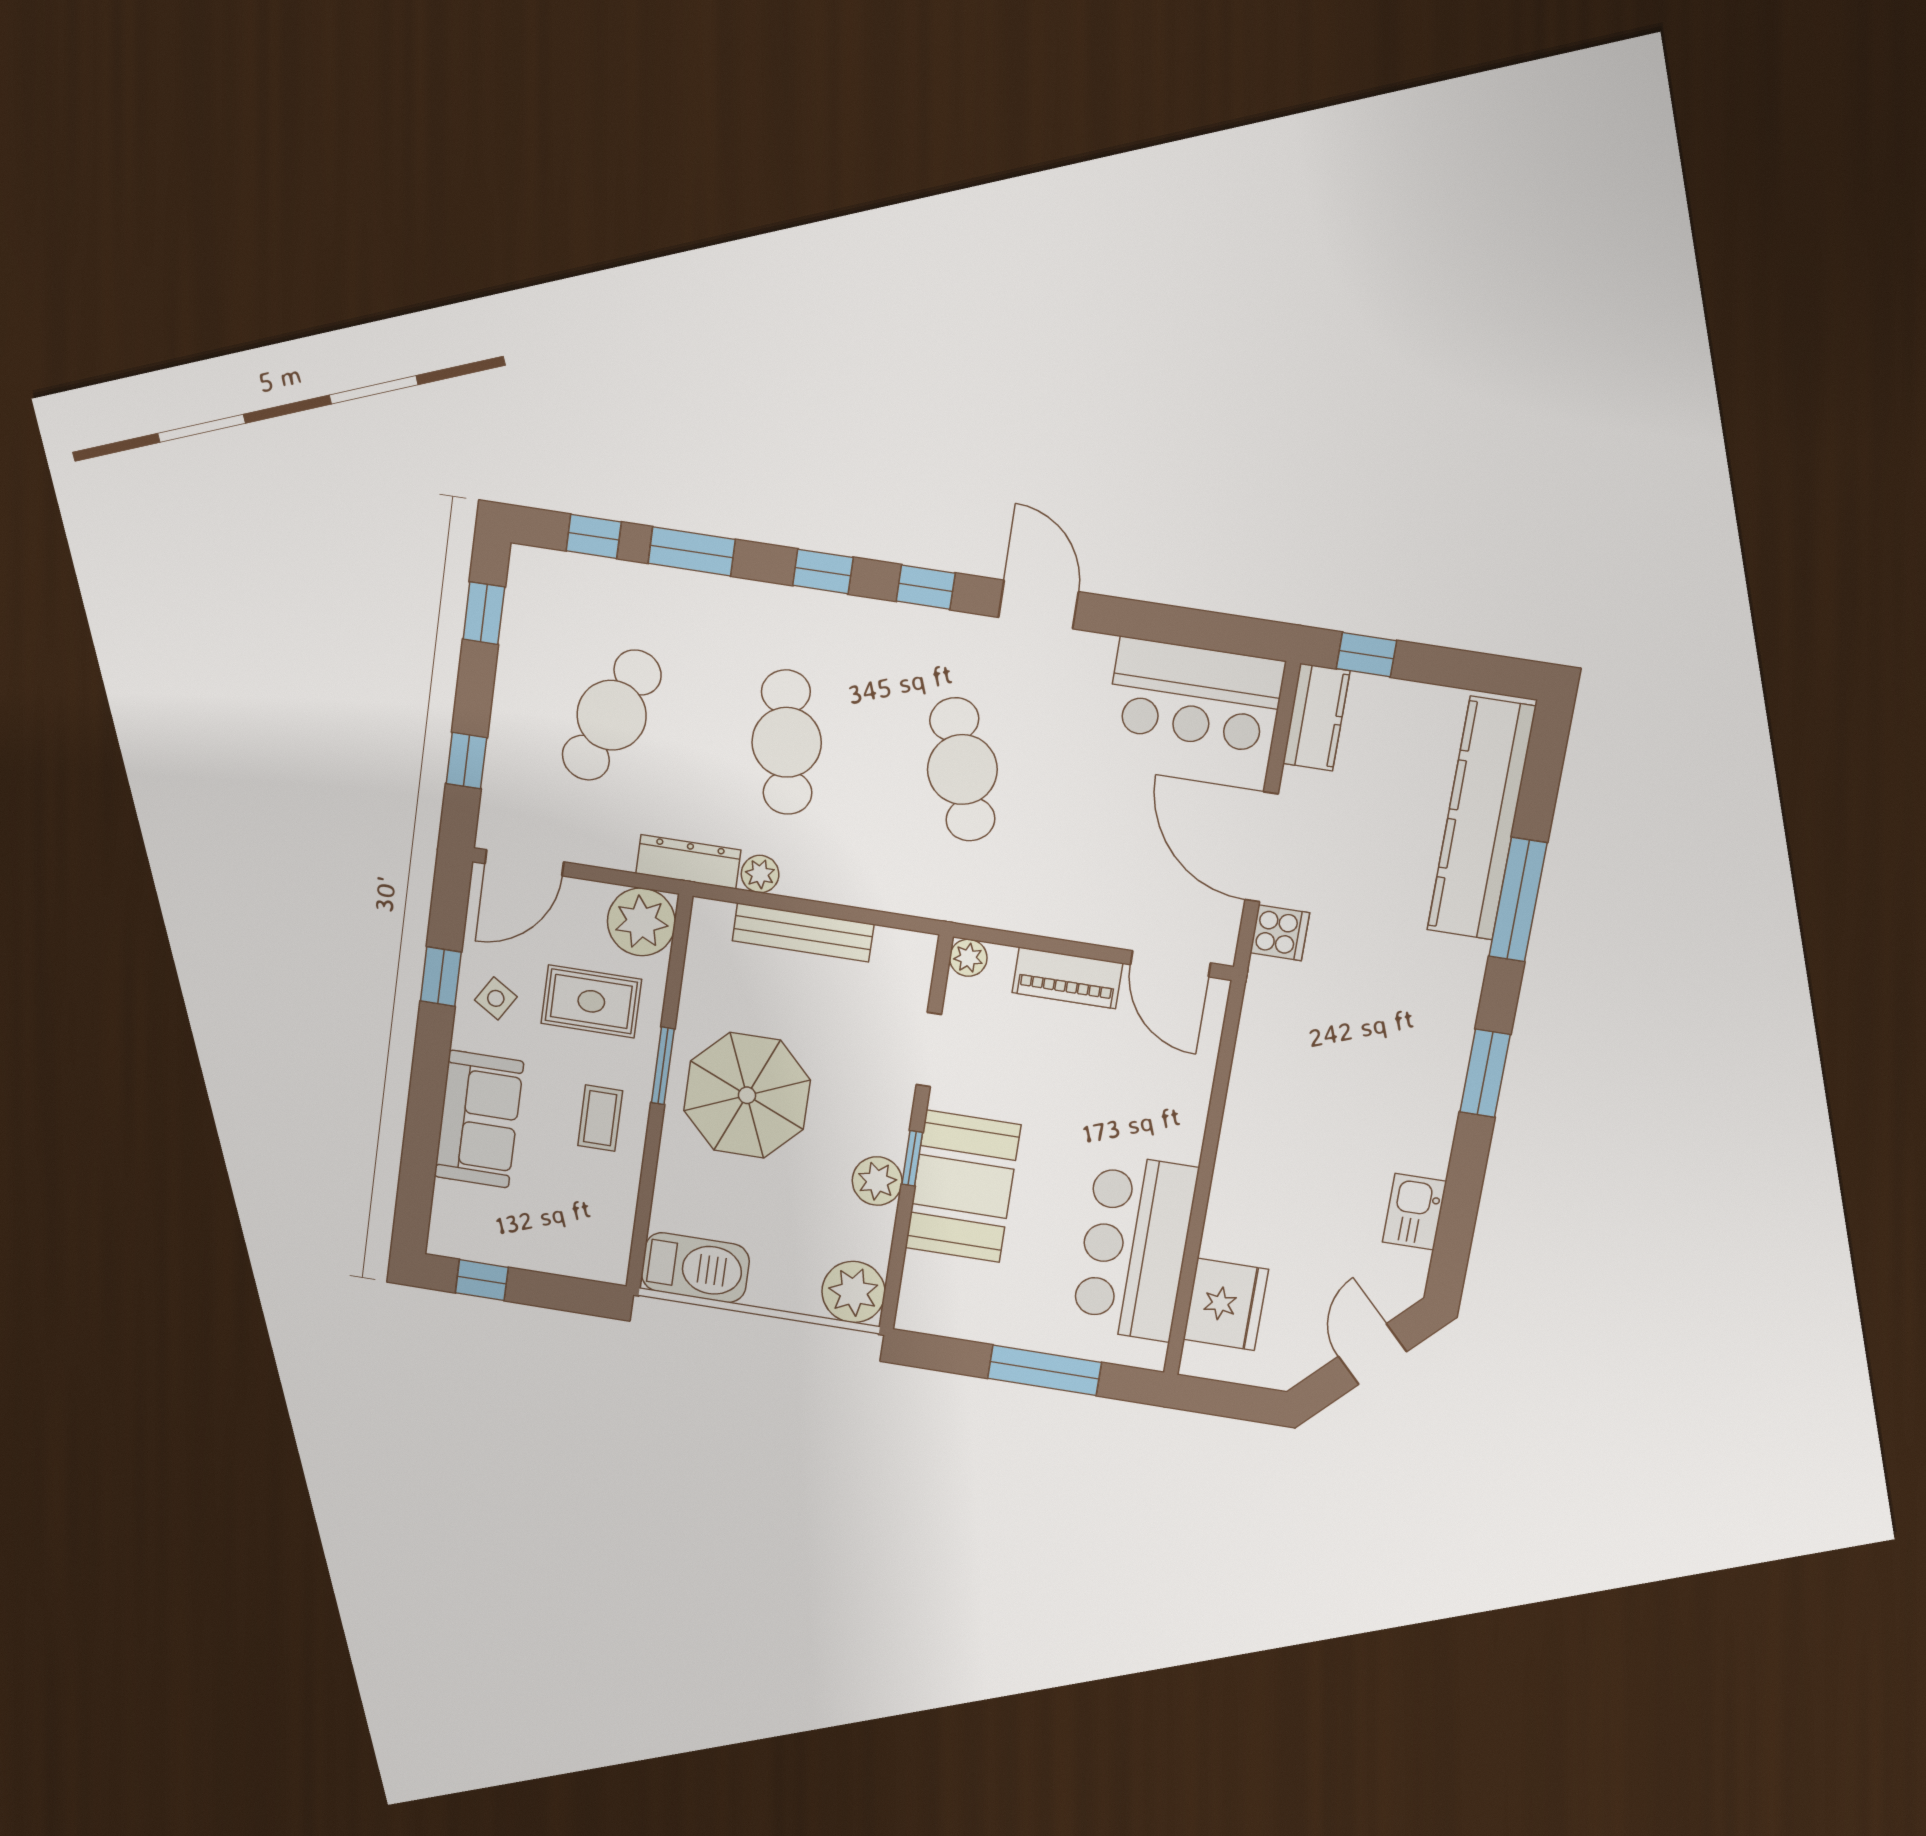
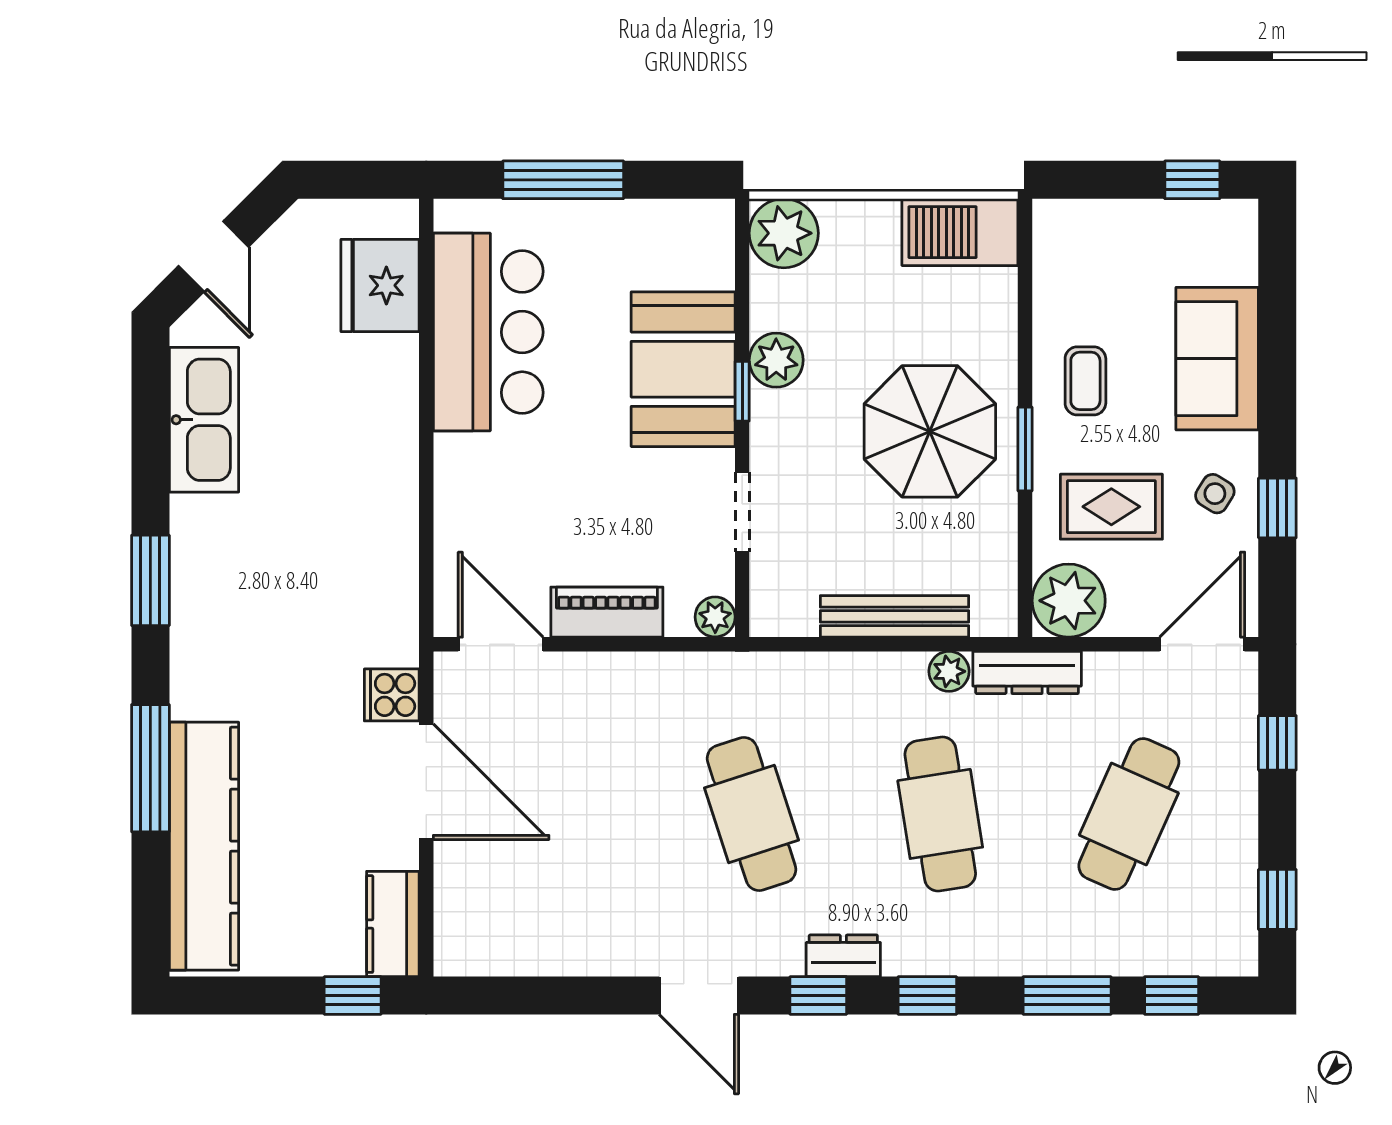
dresser: (896, 622) -> (843, 956), added
bar counter: (1196, 695) -> (521, 928), removed
kitchen sink: (1414, 1212) -> (204, 420), width x1.88, depth x1.24

